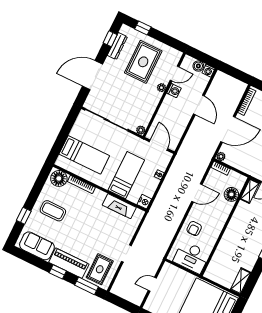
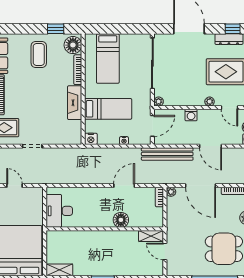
washing machine: (174, 91) -> (191, 115), moved
door: (199, 105) -> (211, 146), hinge flipped
bench: (188, 144) -> (167, 154), added
door: (197, 193) -> (124, 186), swing flipped
floor lamp: (231, 194) -> (121, 220), moved
fireplace: (119, 206) -> (75, 103), moved
window: (24, 216) -> (56, 29), moved
armchair: (194, 229) -> (88, 200), removed

